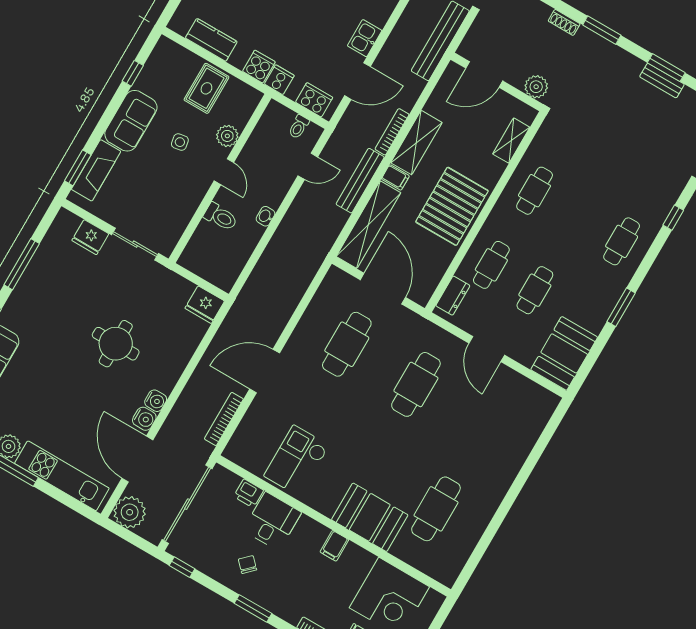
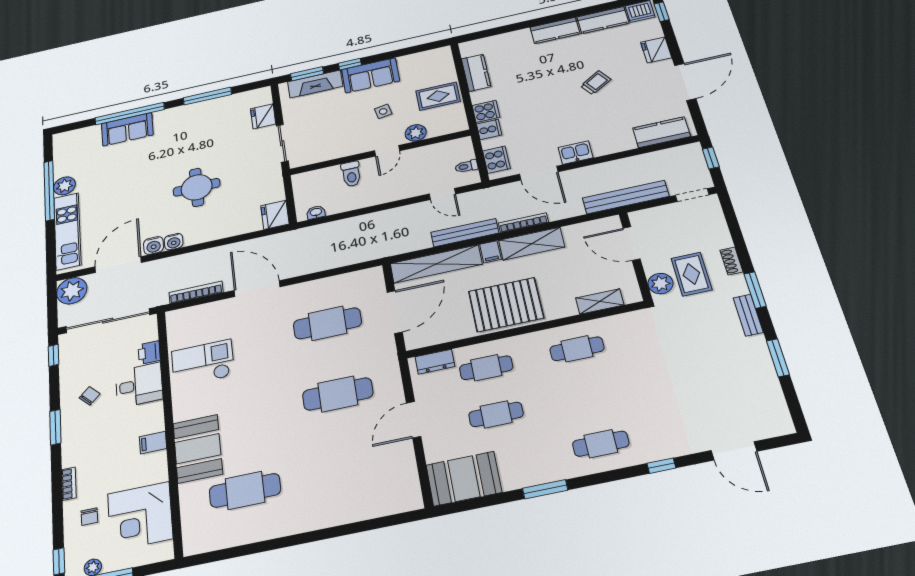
rug: (549, 59) -> (691, 274), added
window: (133, 73) -> (350, 64), moved
bench: (662, 81) -> (748, 315), moved
washbasin: (266, 216) -> (316, 212), moved

